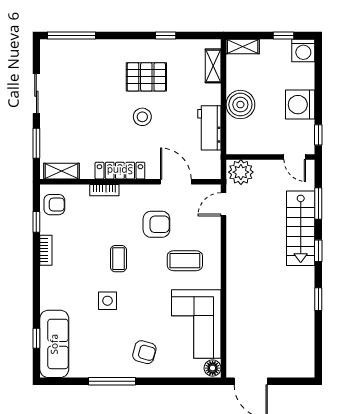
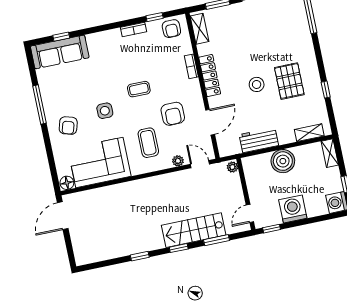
plant: (241, 172) -> (232, 167), width x0.53, depth x0.53
plant: (214, 230) -> (178, 161), added
side table: (107, 301) -> (105, 111), moved

